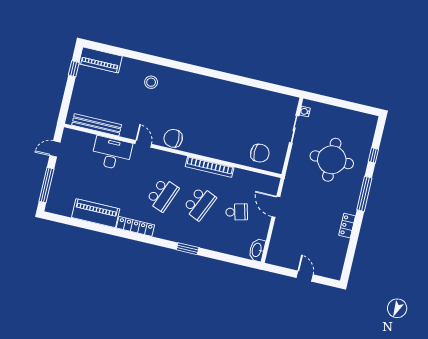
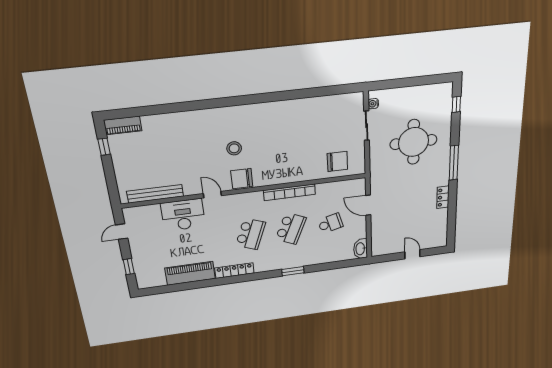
piano: (100, 60) -> (123, 125), width x0.73, depth x0.75
stool: (151, 82) -> (234, 148), moved
window: (373, 155) -> (456, 104), moved
window: (46, 185) -> (129, 267), width x0.46

